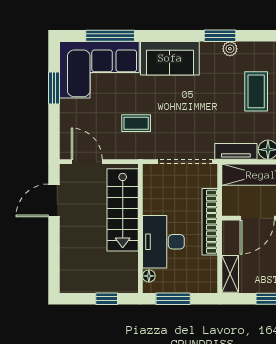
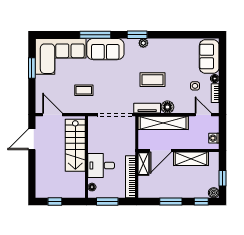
window: (110, 36) -> (95, 35), moved
coffee table: (256, 91) -> (152, 80), moved, turned 90
bookcase: (210, 222) -> (131, 177), moved
desk: (163, 242) -> (101, 165), width x0.73
shelving: (230, 274) -> (143, 164), moved
window: (107, 299) -> (55, 202), moved

